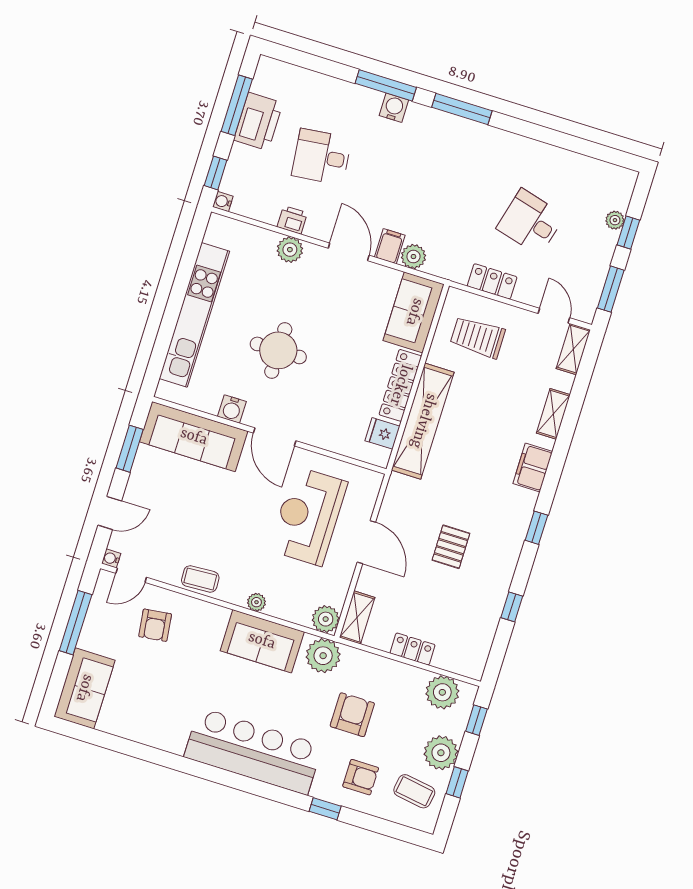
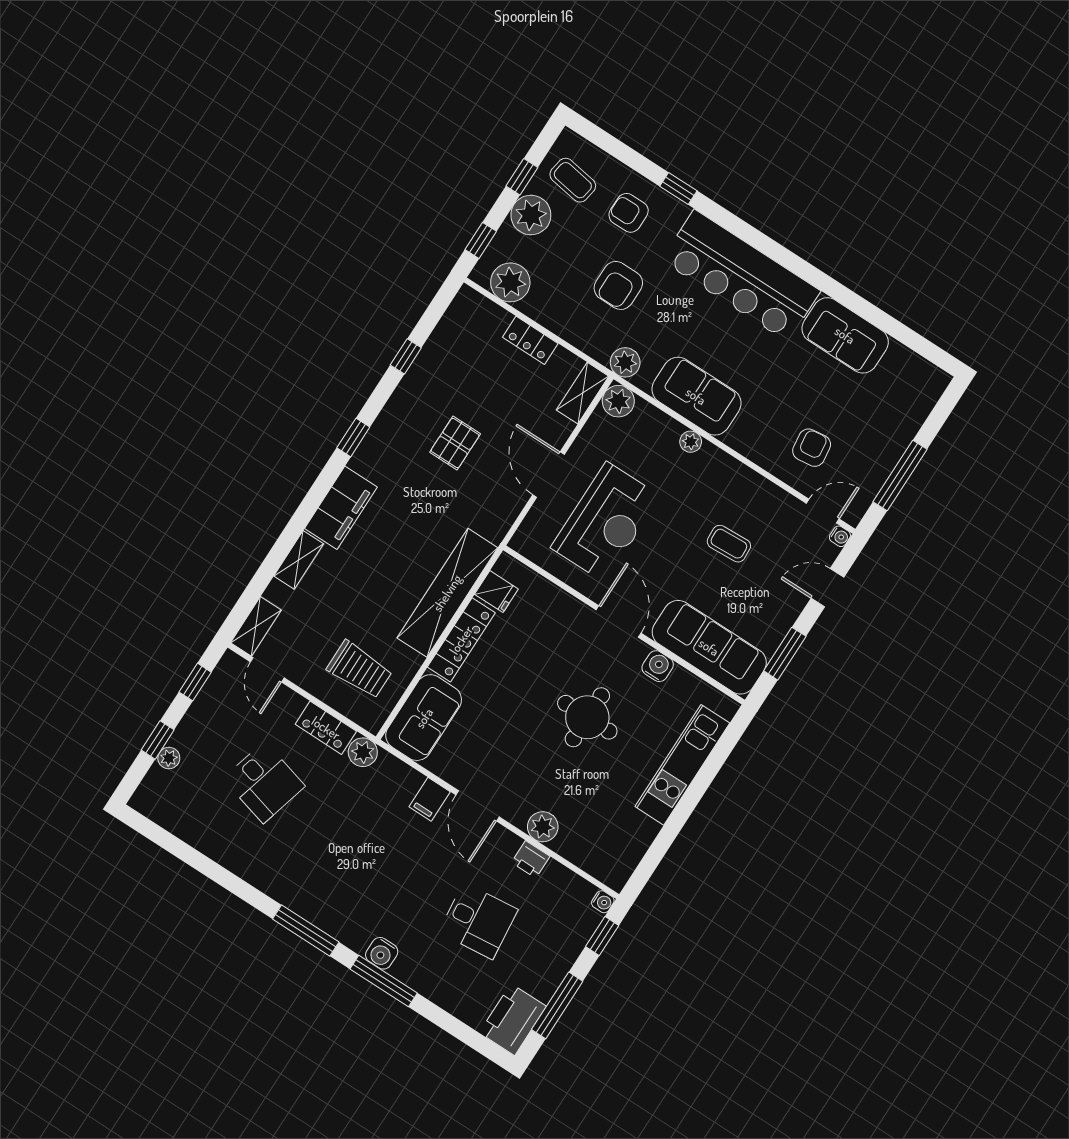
printer: (258, 121) -> (513, 1020), moved
plant: (413, 257) -> (363, 752), moved
window: (611, 289) -> (195, 682), width x0.67
kitchen unit: (194, 315) -> (682, 765), width x0.73
filing cabinet: (533, 468) -> (341, 508), width x1.50, depth x1.17
coffee table: (200, 579) -> (729, 544), moved
plant: (323, 656) -> (625, 362), width x0.73, depth x0.73
sofa: (84, 688) -> (845, 335), moved, turned -90

